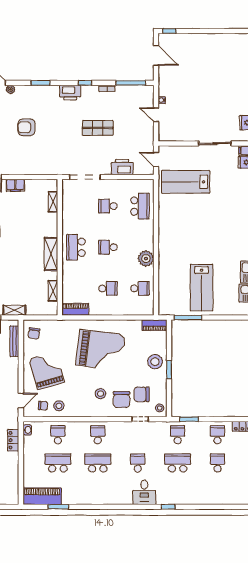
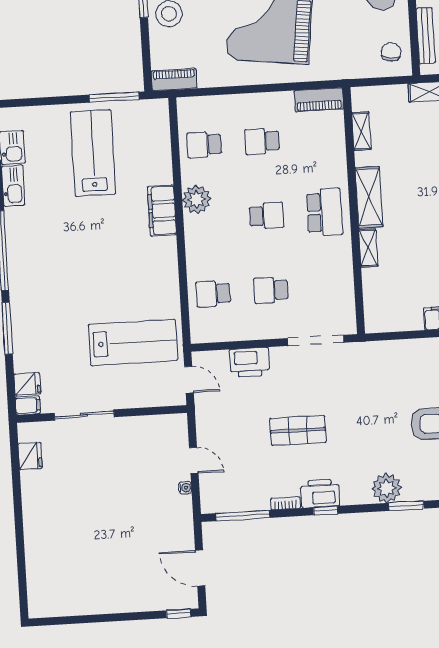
plant: (51, 93) -> (387, 488), added
printer: (70, 93) -> (320, 493), moved
shelving: (53, 202) -> (368, 248), moved
school desk: (108, 206) -> (271, 290), turned 180
school desk: (140, 206) -> (213, 294), width x0.54
filing cabinet: (165, 254) -> (162, 211), added

